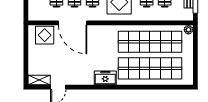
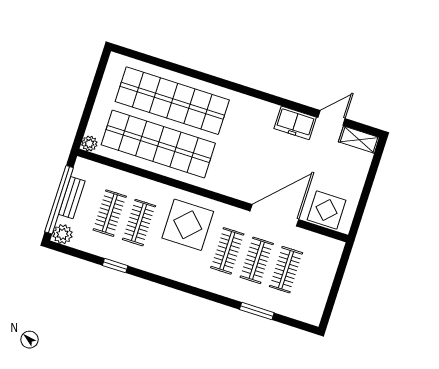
door: (73, 23) -> (274, 215), hinge flipped
freezer: (105, 78) -> (295, 123), moved

